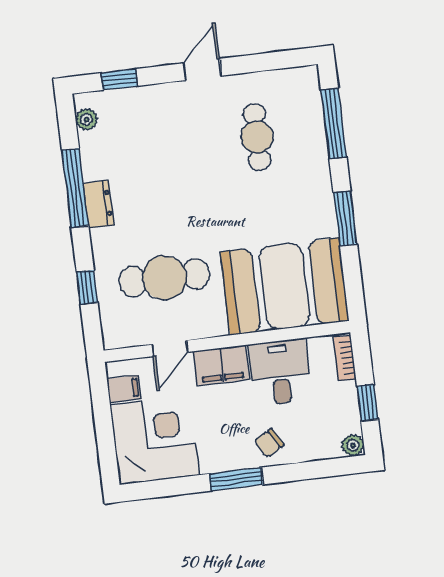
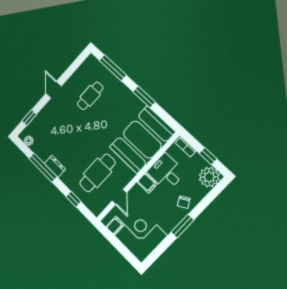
cafe table: (257, 137) -> (90, 96), turned 90
filing cabinet: (221, 365) -> (147, 183), width x0.50
plant: (353, 445) -> (209, 177), width x1.88, depth x1.88

